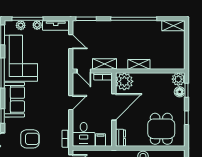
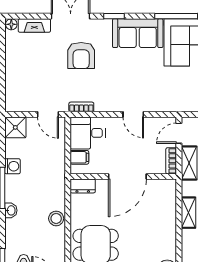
plant: (124, 81) -> (164, 192), removed
door: (114, 107) -> (127, 176), hinge flipped

